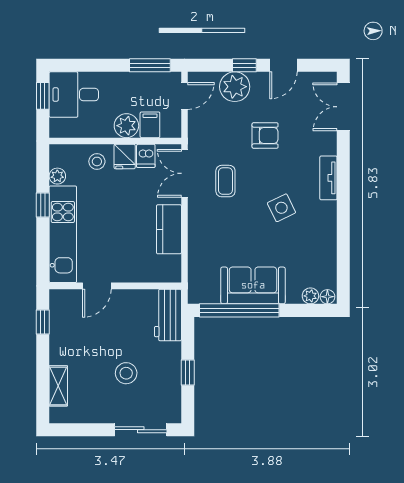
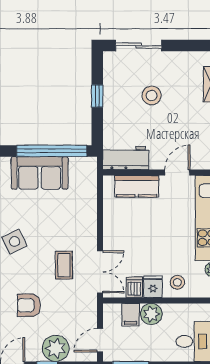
kitchen counter: (169, 229) -> (137, 186), moved, turned 90
workbench: (168, 315) -> (126, 158), moved, turned -90

